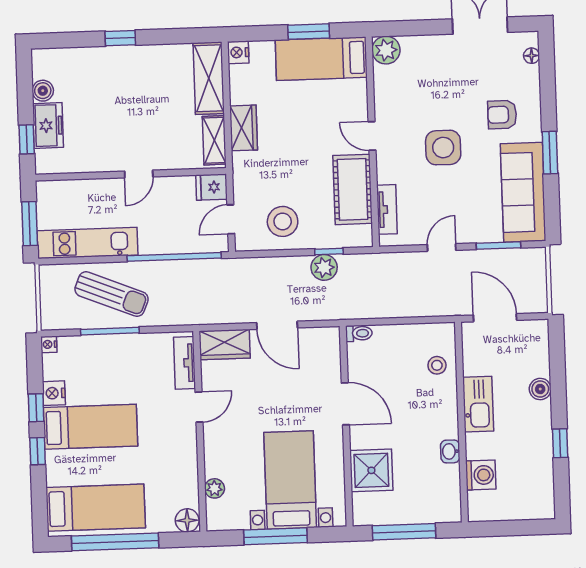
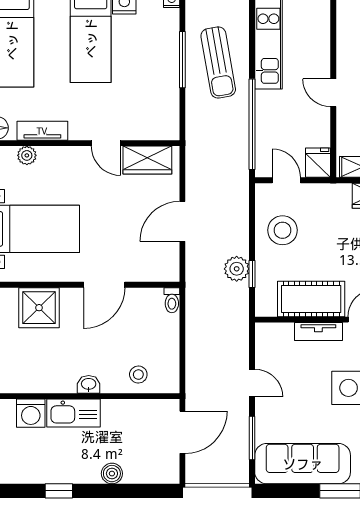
tv unit: (387, 209) -> (318, 331), moved
sun lounger: (112, 294) -> (218, 62), turned -32
wardrobe: (225, 345) -> (147, 160), moved, turned -90
tv unit: (185, 363) -> (42, 131), moved
kitchen sink: (478, 404) -> (73, 413), moved
washbasin: (450, 451) -> (89, 384), moved

